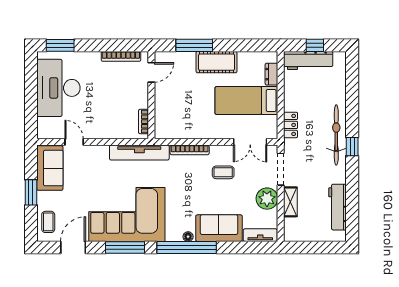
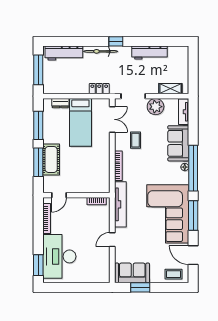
window: (242, 45) -> (38, 125), added
window: (315, 45) -> (38, 70), width x2.17
workbench: (308, 60) -> (64, 53), moved, turned 90
cot: (217, 62) -> (51, 159), moved
door: (151, 72) -> (59, 195), swing flipped
desk: (58, 88) -> (59, 256), moved, turned 90
bicycle: (336, 135) -> (101, 51), width x0.73, depth x0.71
door: (74, 142) -> (112, 240), moved
window: (31, 192) -> (140, 287), moved
shelving: (290, 202) -> (170, 89), moved
workbench: (337, 207) -> (150, 53), moved

